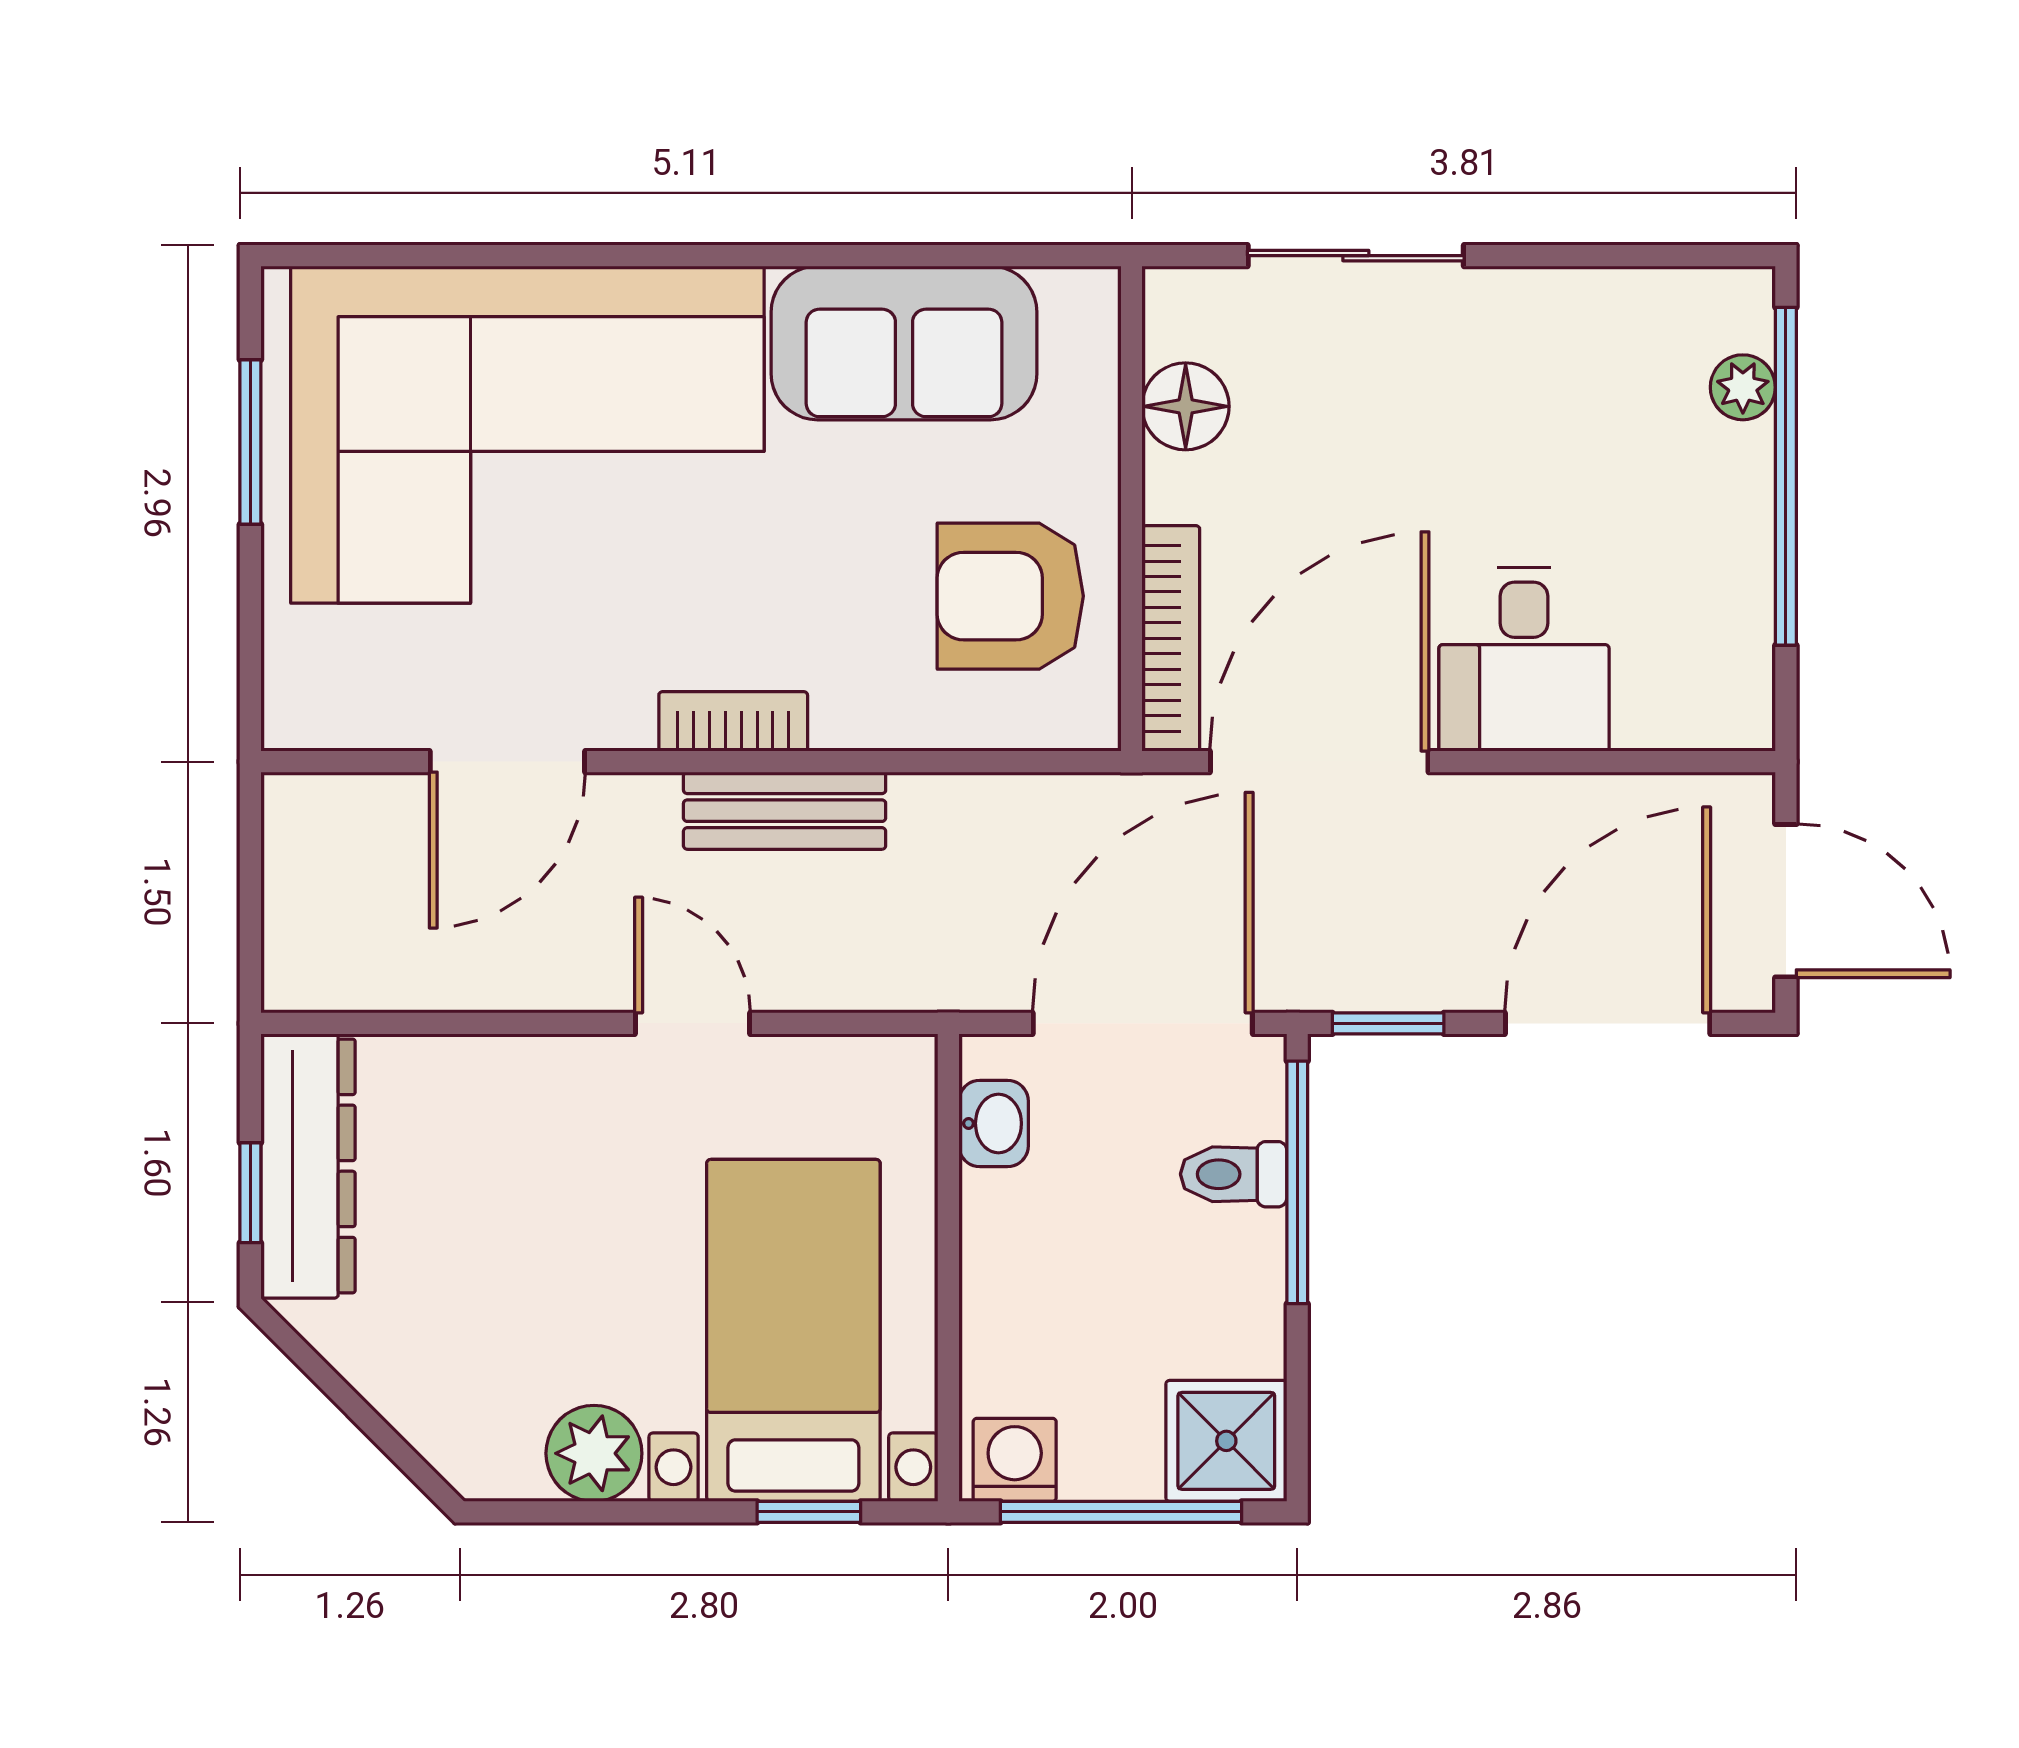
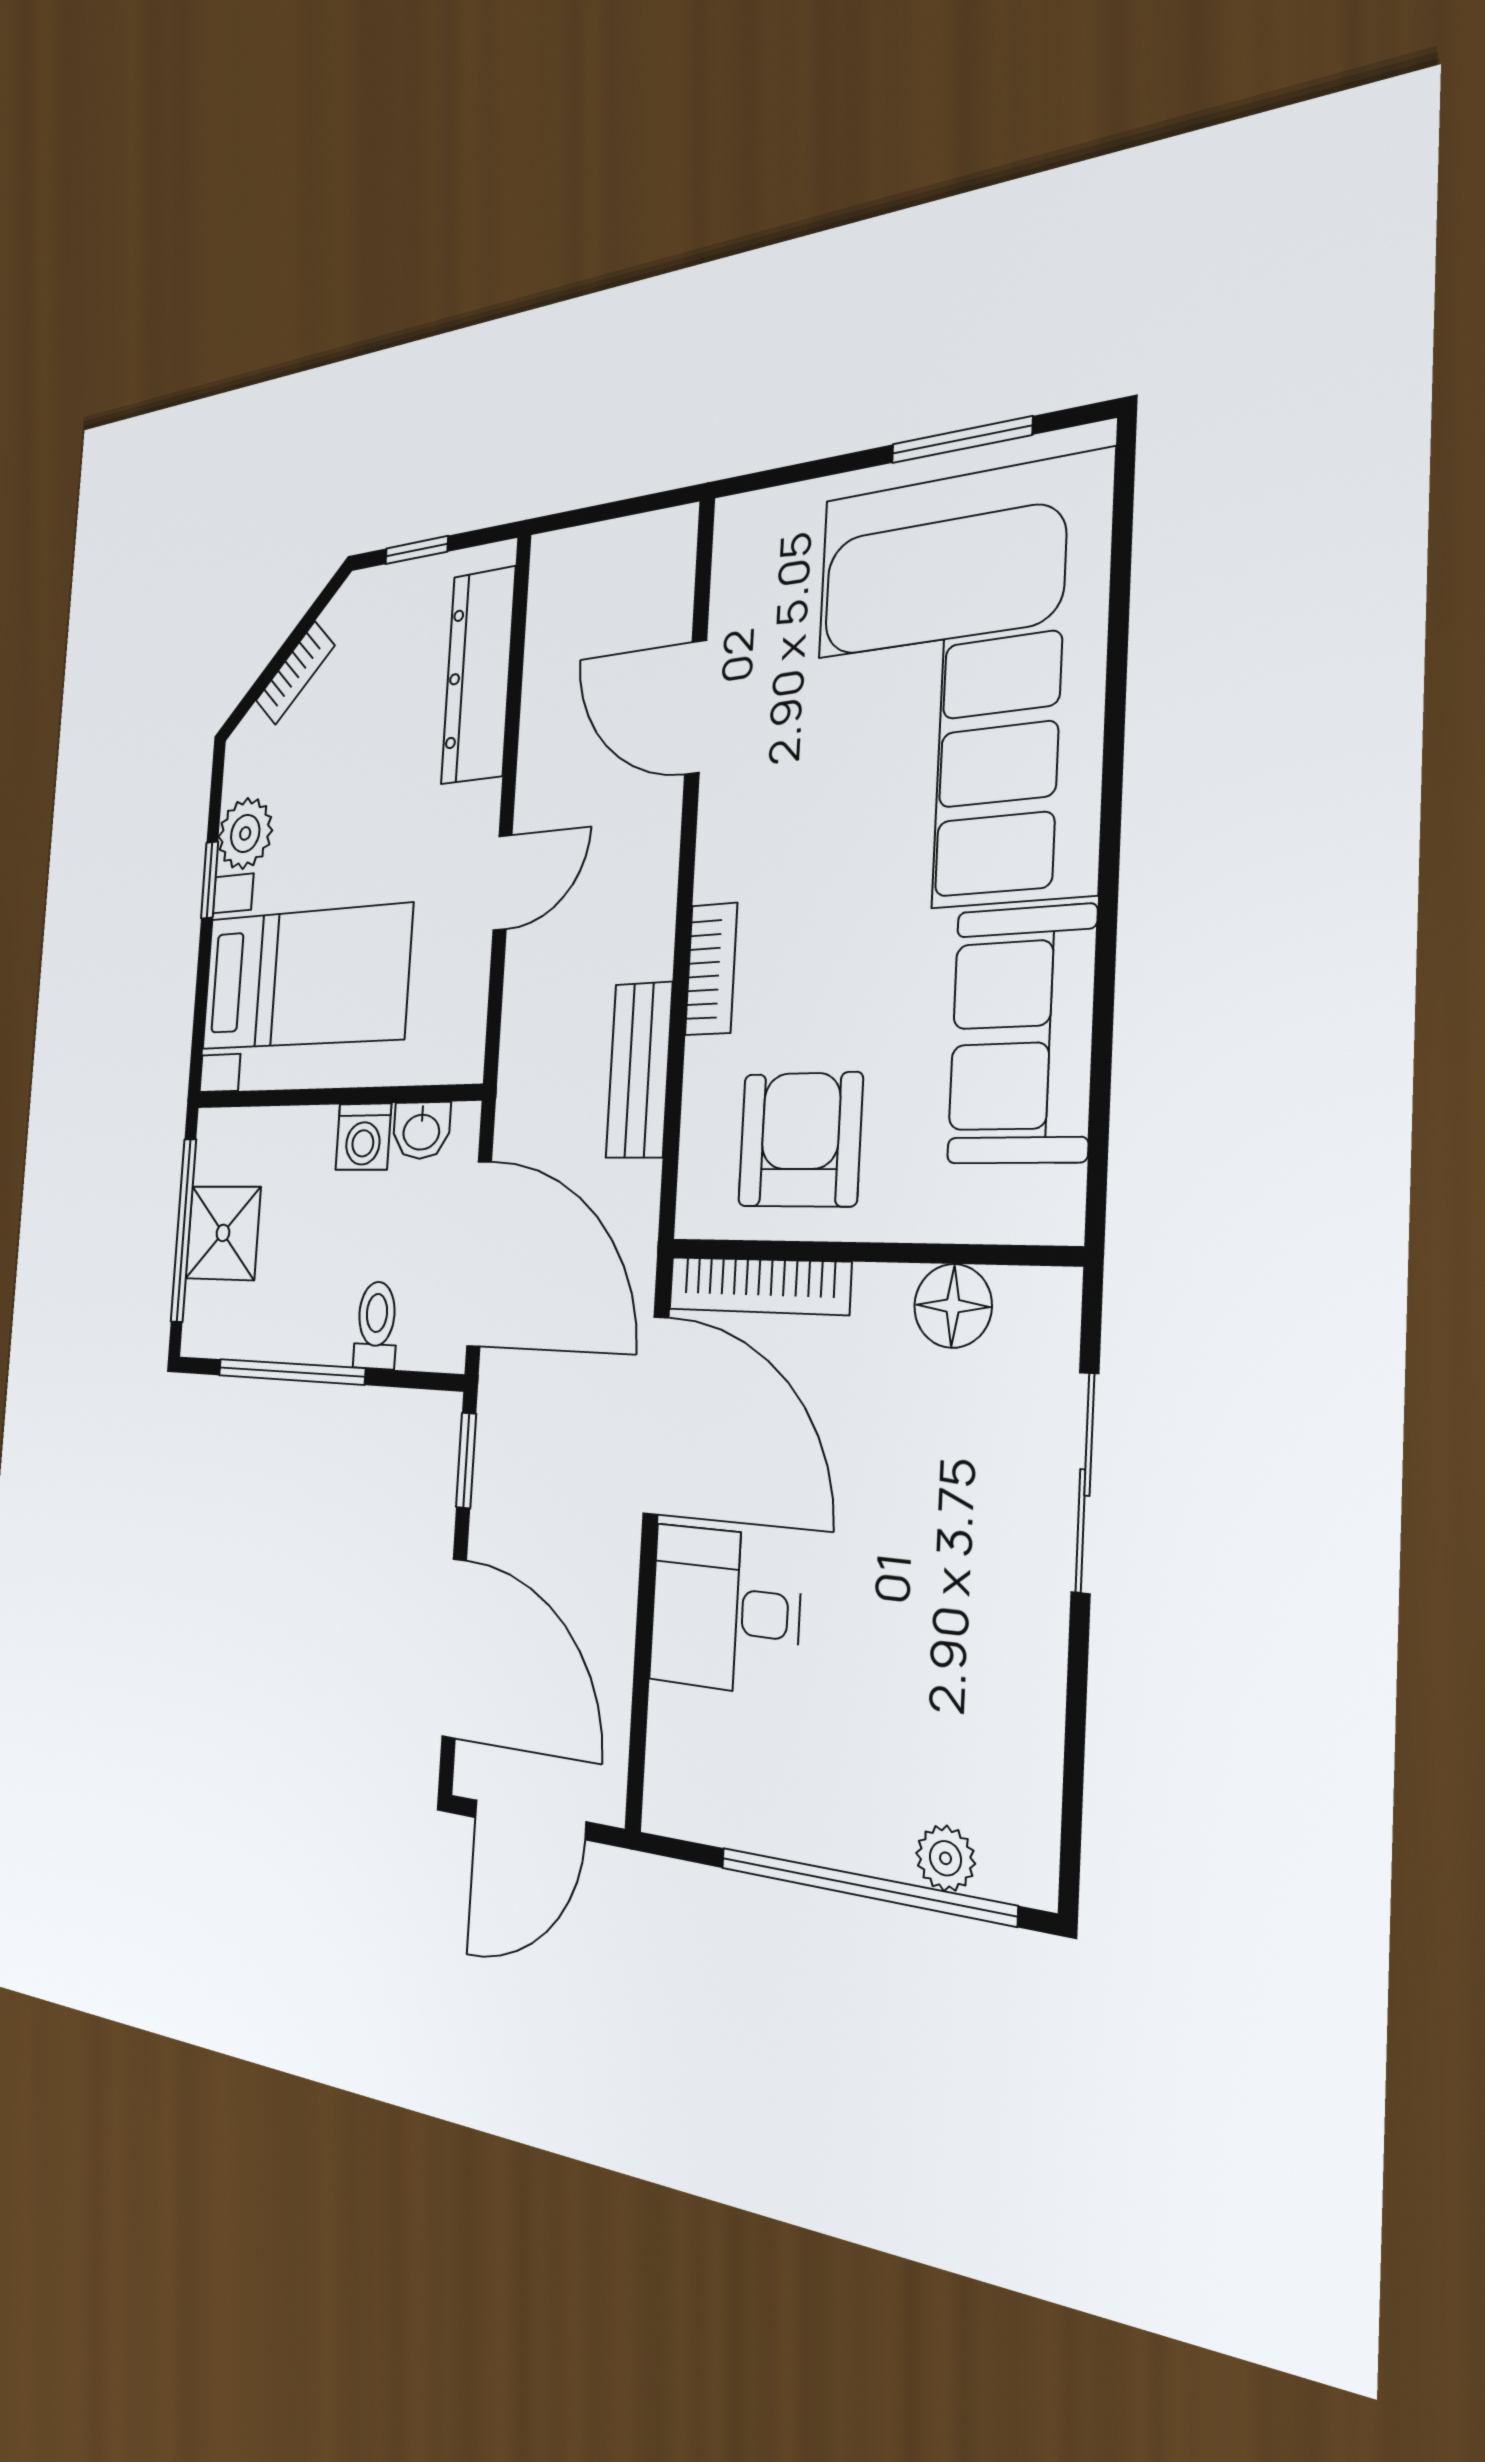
bookcase: (733, 721) -> (711, 969), moved
bench: (785, 811) -> (639, 1070), moved
dresser: (308, 1166) -> (478, 676), moved, turned 90
window: (1297, 1182) -> (291, 1372), moved
bookcase: (386, 1385) -> (295, 673), added
shower: (1226, 1441) -> (223, 1233), moved
washing machine: (1015, 1460) -> (363, 1137), moved, turned 90
window: (809, 1512) -> (210, 880), moved

